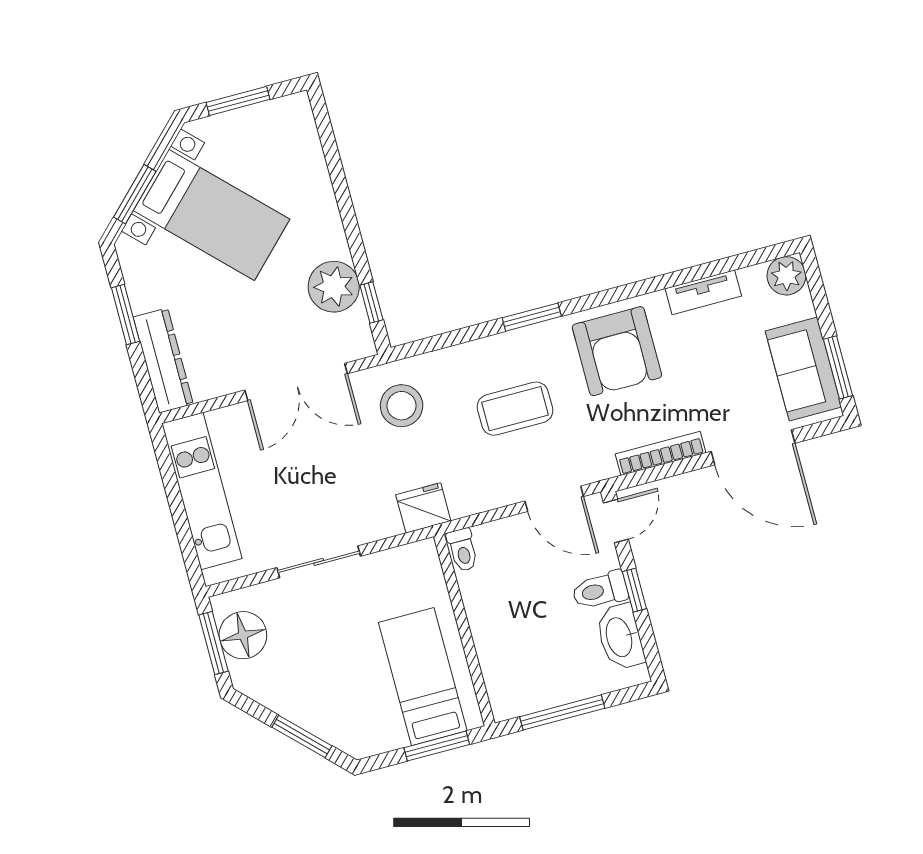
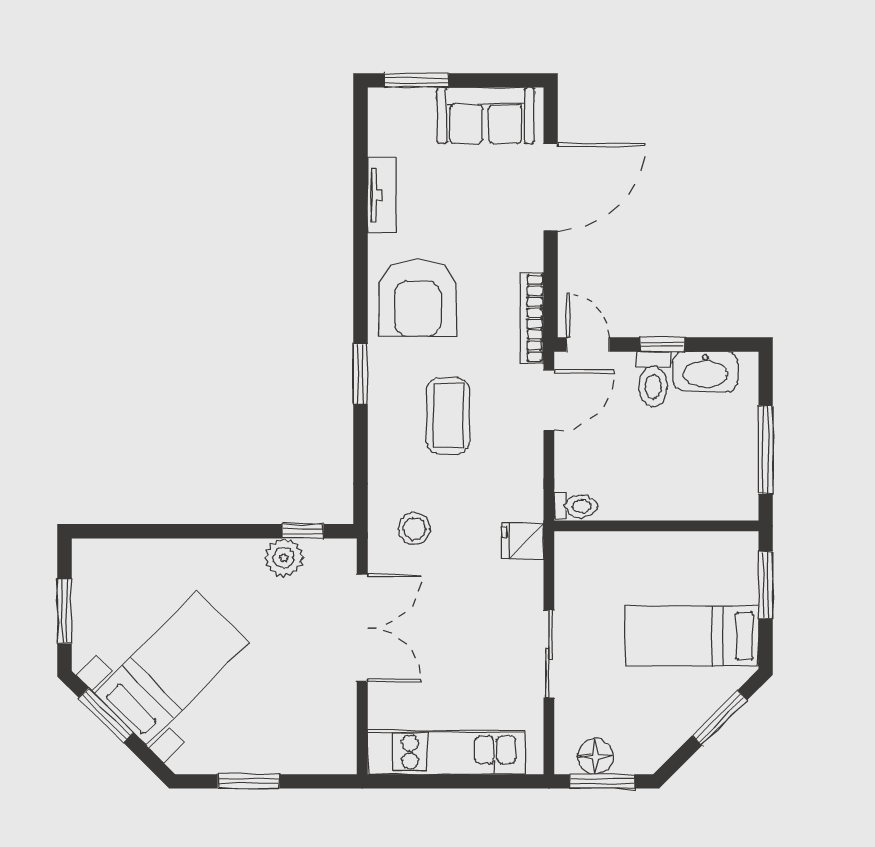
window: (135, 194) -> (106, 715), moved
plant: (786, 276) -> (388, 107), removed
plant: (334, 287) -> (284, 558), width x0.73, depth x0.73
armchair: (617, 351) -> (418, 298), turned 90
dresser: (163, 361) -> (305, 756), removed
window: (838, 367) -> (417, 80), moved
stool: (402, 406) -> (414, 529), width x0.73, depth x0.73
bookcase: (661, 453) -> (532, 318), moved
fridge: (423, 508) -> (523, 541), width x0.72
floor lamp: (243, 635) -> (595, 756), width x0.73, depth x0.73
bed: (423, 677) -> (692, 636), moved

